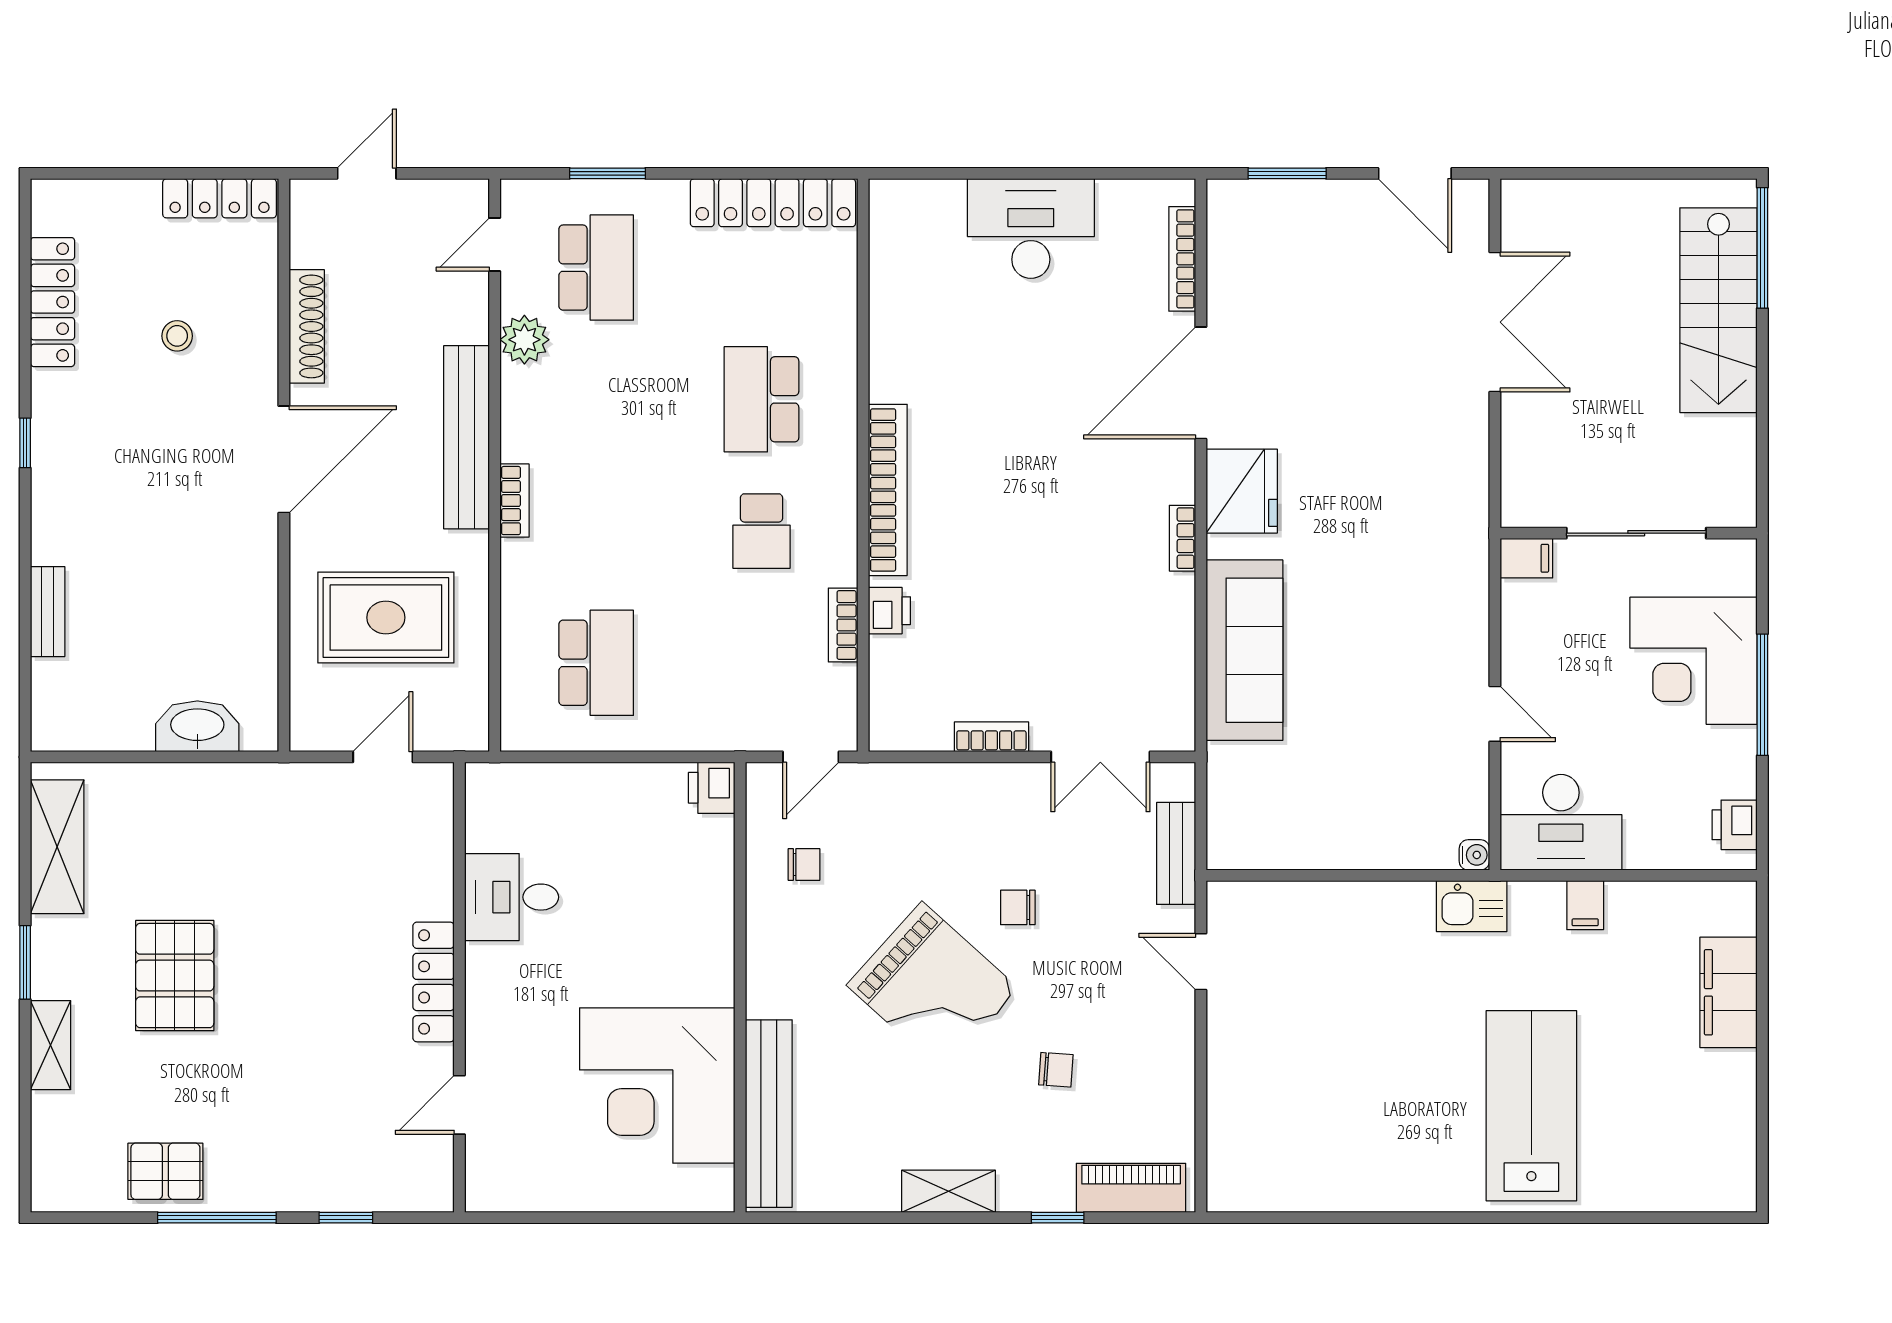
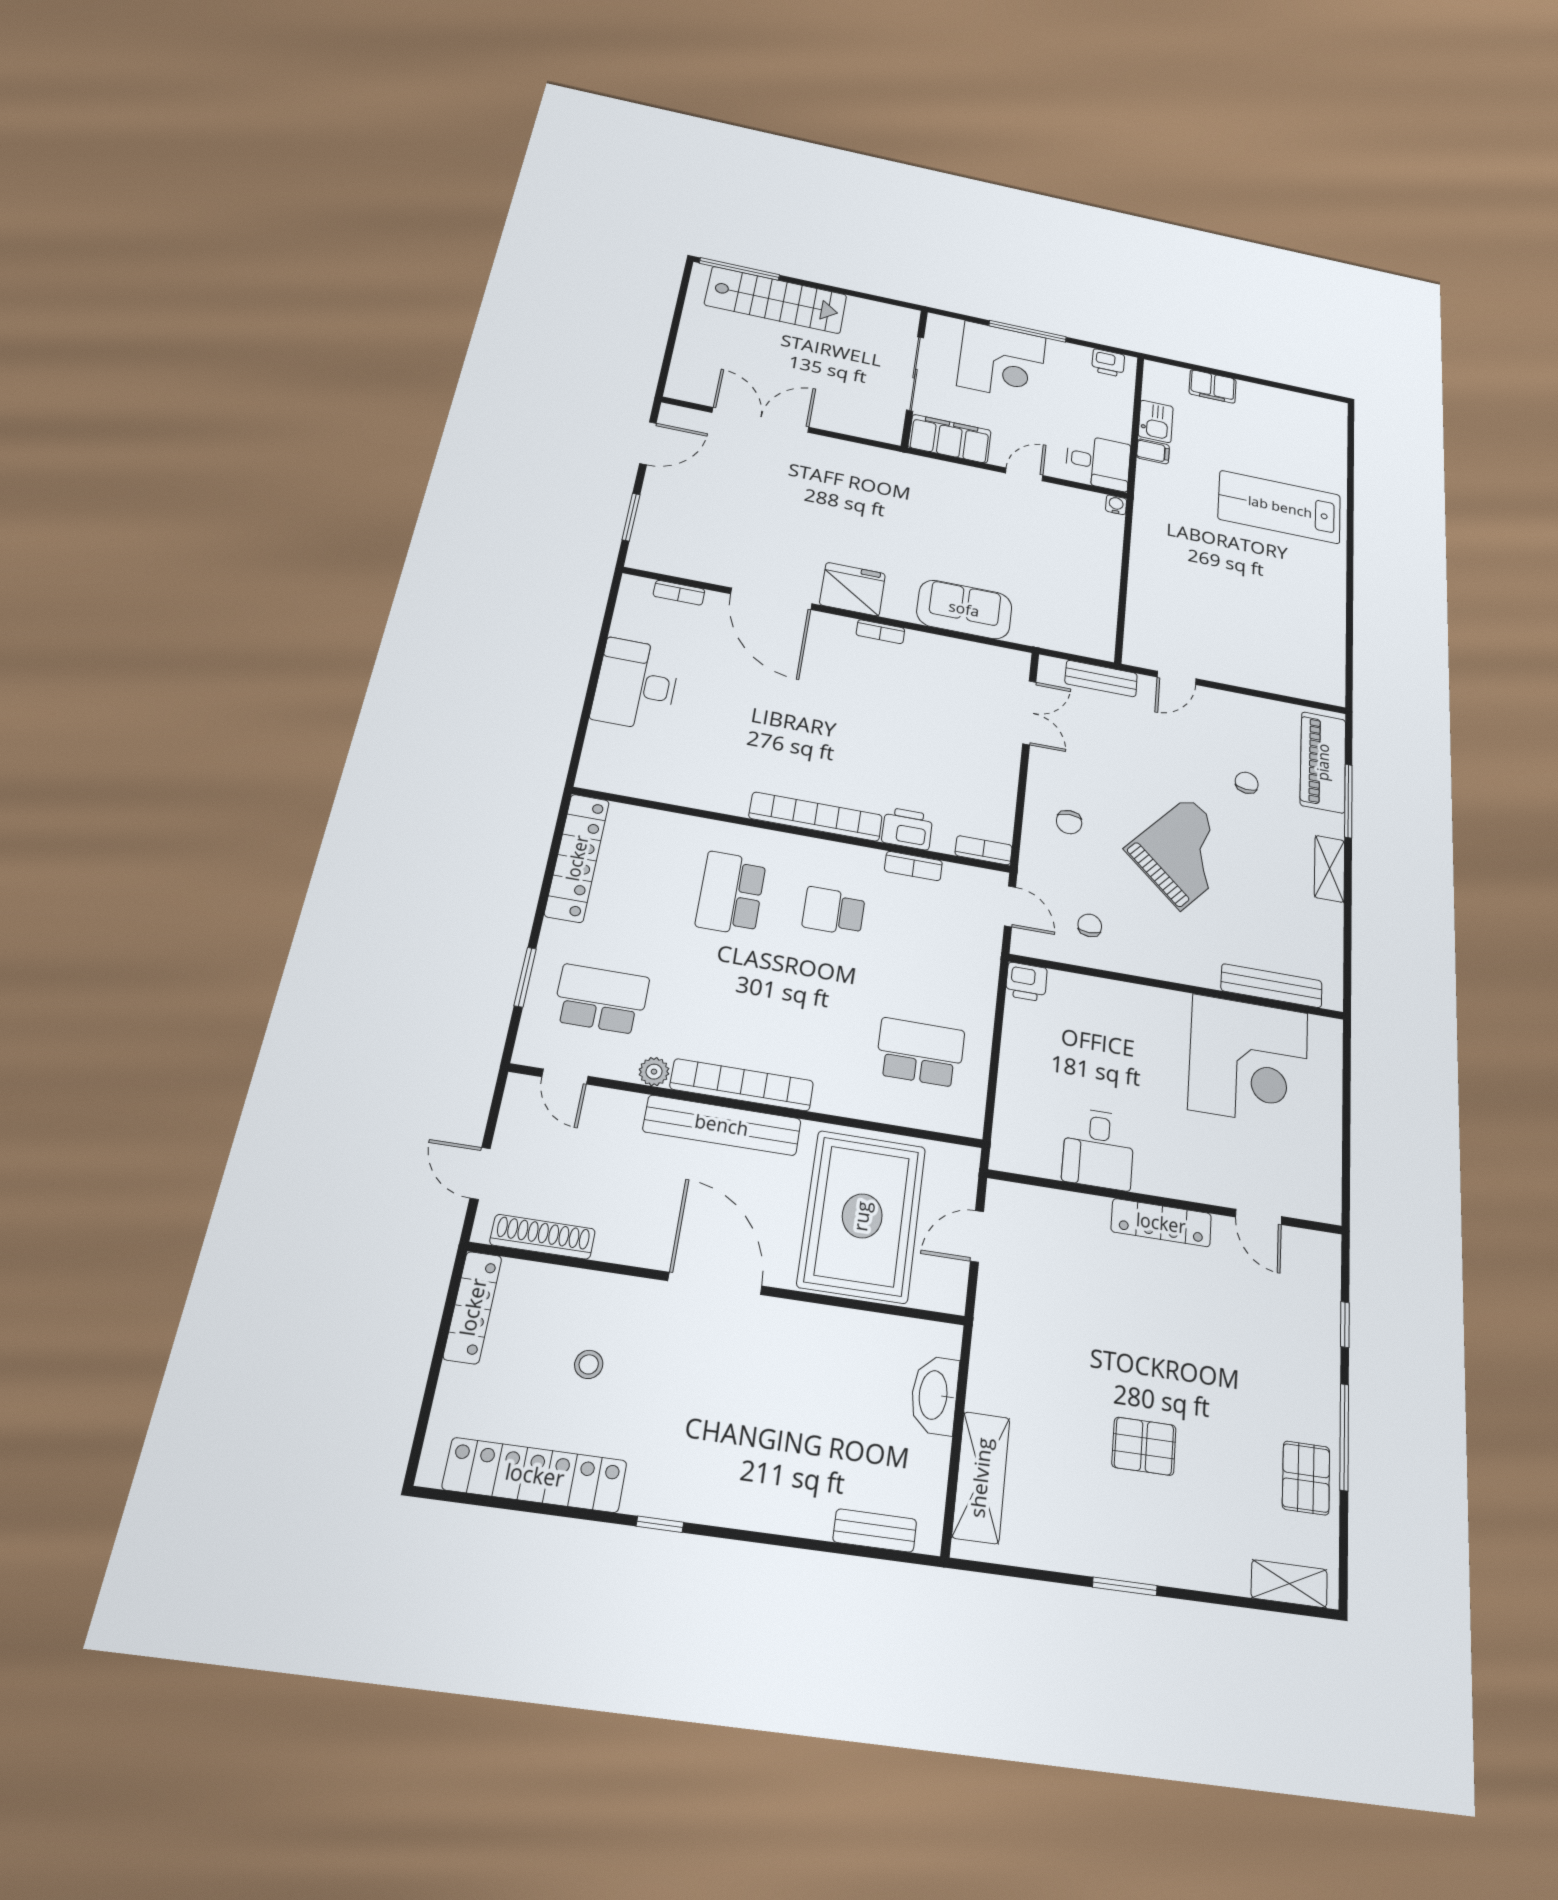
bookcase: (1182, 259) -> (679, 593), width x0.64
locker: (52, 302) -> (535, 1475), width x1.41, depth x1.21
shoe rack: (307, 326) -> (543, 1237), moved
plant: (524, 340) -> (654, 1072), width x0.73, depth x0.73
school desk: (762, 399) -> (731, 893), turned 90
bookcase: (514, 501) -> (742, 1085), width x2.31, depth x1.31
school desk: (762, 531) -> (834, 911), turned 180
filing cabinet: (1526, 558) -> (950, 439), width x3.00, depth x1.17
printer: (889, 611) -> (907, 829), width x1.36, depth x1.24
bench: (48, 612) -> (875, 1531), moved
rug: (386, 618) -> (862, 1216), width x1.37, depth x1.44
sofa: (1244, 650) -> (964, 609), width x0.73
bookcase: (991, 737) -> (984, 850), moved, turned 90
door: (383, 757) -> (977, 1236), hinge flipped
desk: (1561, 822) -> (1098, 462), width x0.73
shelving: (57, 847) -> (981, 1477), moved, turned 90
kitchen sink: (1472, 906) -> (1156, 421), moved
chair: (1018, 907) -> (1069, 822), moved
pallet: (175, 976) -> (1144, 1446), width x0.67, depth x0.71
filing cabinet: (1728, 992) -> (1213, 386), width x0.67, depth x0.86
shelving: (50, 1045) -> (1289, 1584), moved
bench: (769, 1114) -> (1272, 986), width x0.73, depth x0.82
piano: (1131, 1188) -> (1323, 762), width x1.37, depth x1.33
window: (1058, 1218) -> (1348, 801), width x2.17

